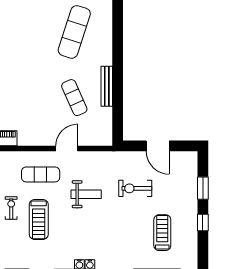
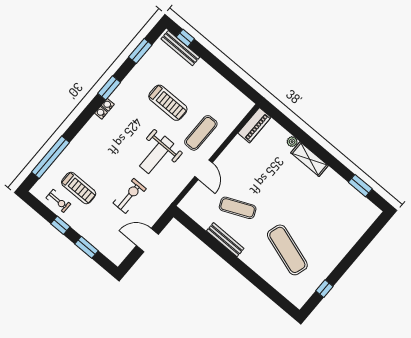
weight bench: (86, 194) -> (157, 155), width x1.36, depth x1.33
exercise bike: (11, 208) -> (58, 201), moved
treadmill: (39, 219) -> (168, 103), turned 180

